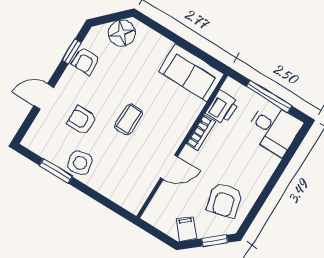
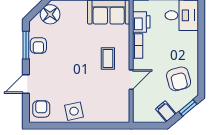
window: (72, 51) -> (26, 45), width x1.50
coffee table: (129, 119) -> (108, 59), moved
armchair: (81, 120) -> (41, 109), moved, turned 90
window: (56, 171) -> (62, 126), removed

